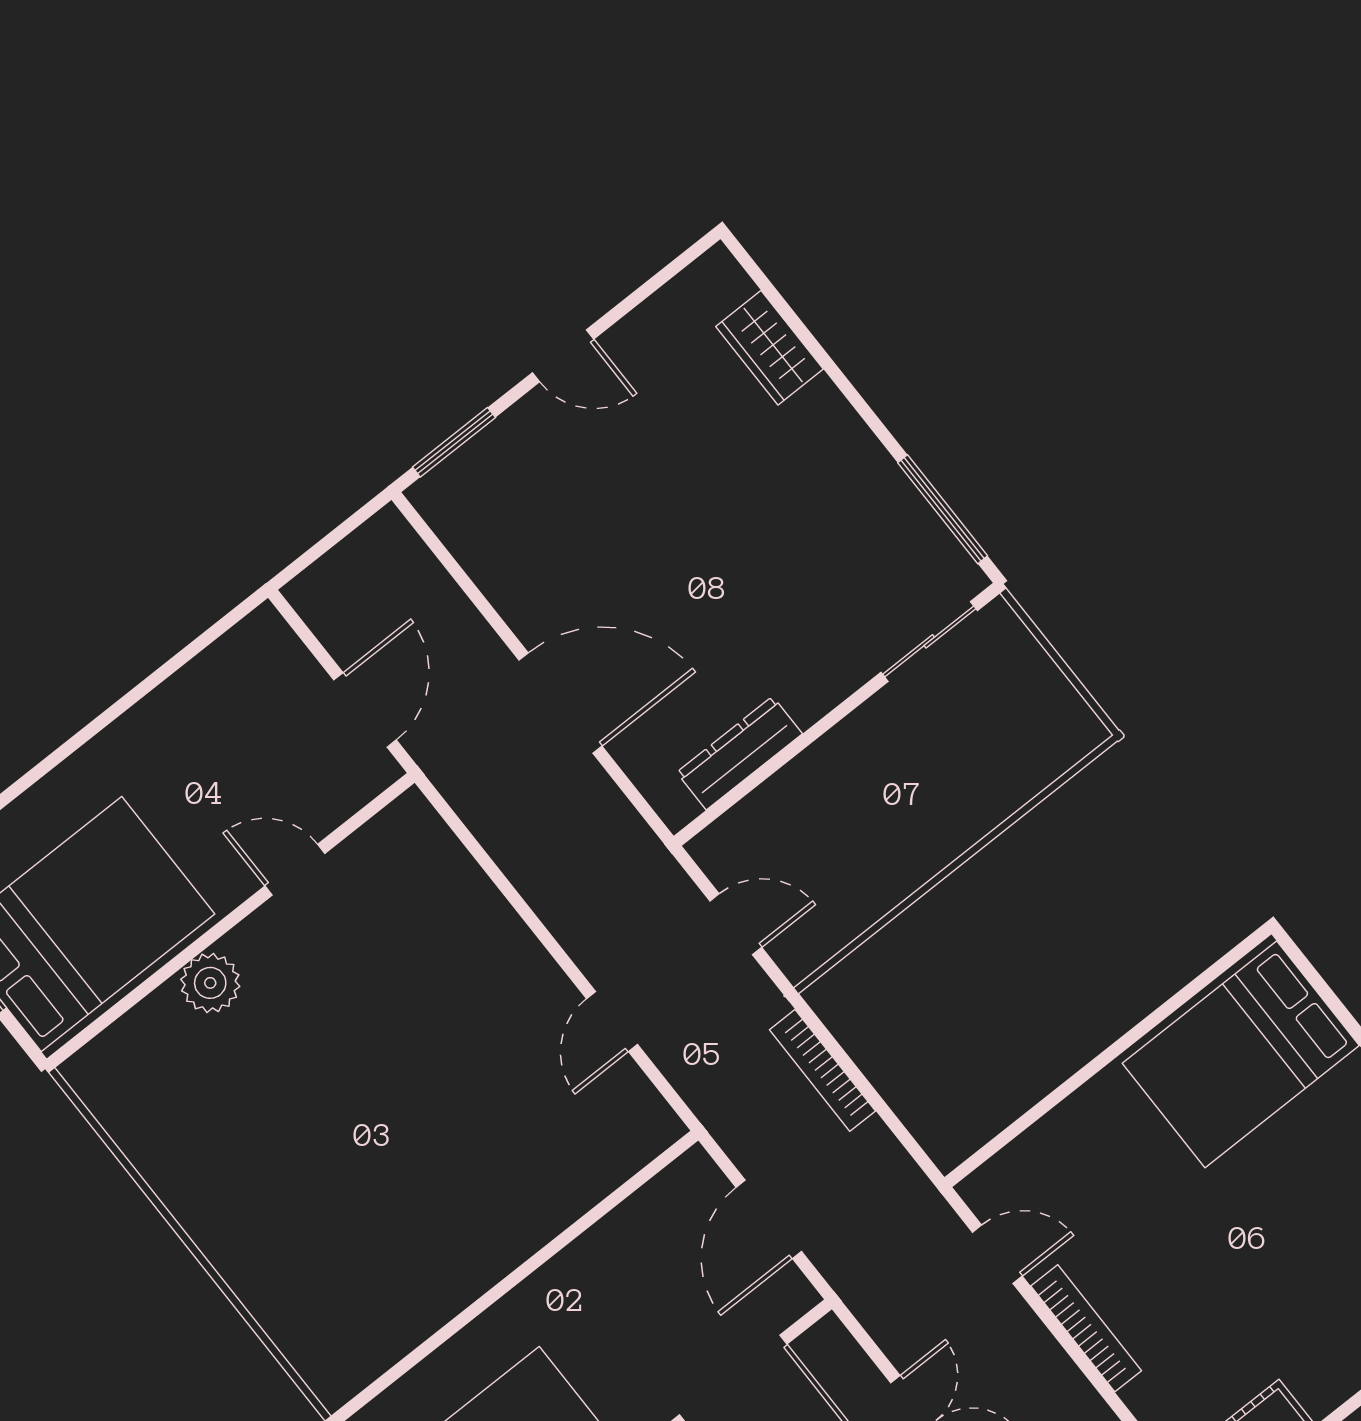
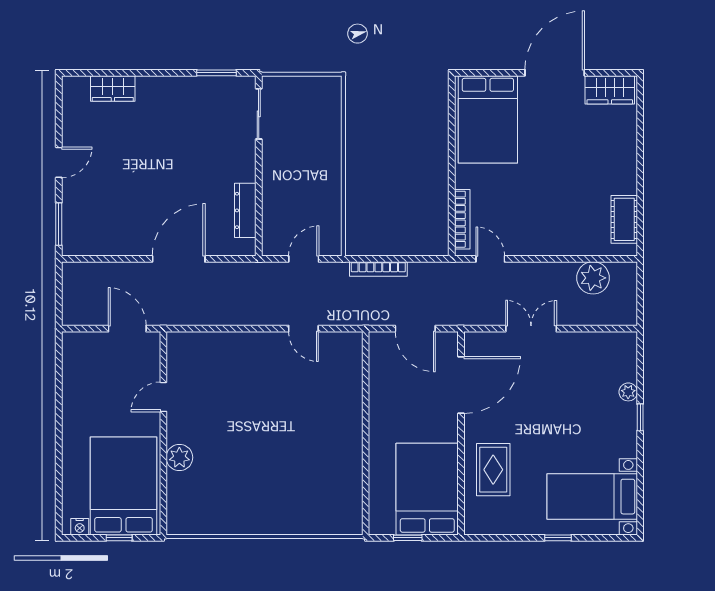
window: (943, 509) -> (217, 73), width x0.69
door: (997, 1254) -> (490, 259), hinge flipped
bookcase: (1086, 1328) -> (462, 219), moved, turned 90

